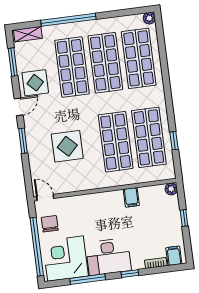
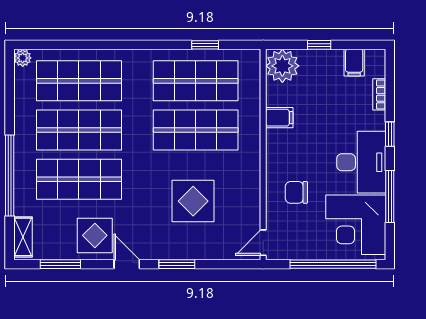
plant: (171, 189) -> (282, 66), width x1.87, depth x1.87
chair: (50, 224) -> (296, 192), moved
filing cabinet: (174, 256) -> (354, 63), moved, turned -90

